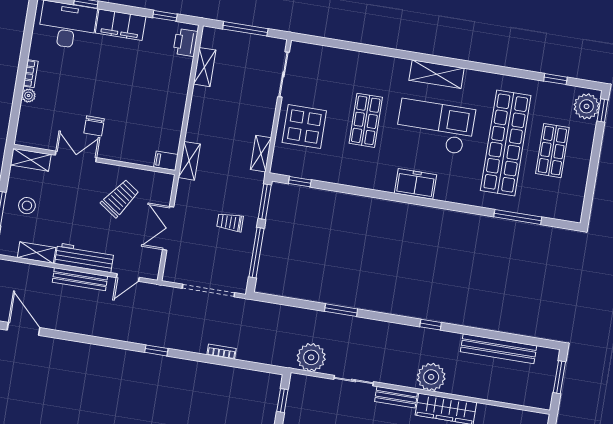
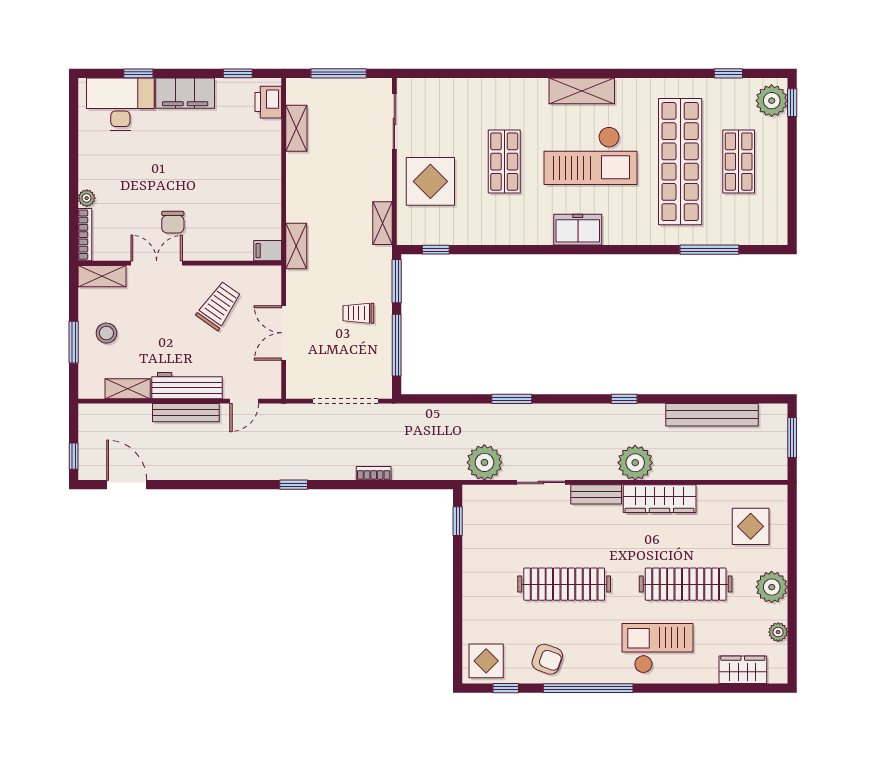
bookcase: (31, 74) -> (85, 235), moved, width x1.56
checkout: (435, 127) -> (590, 156), turned 180

